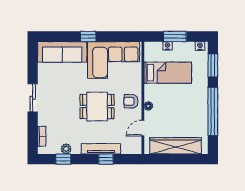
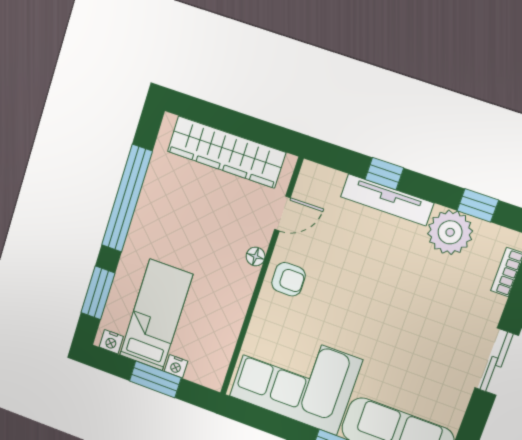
bed: (168, 73) -> (156, 315), moved, turned 90
dining table: (97, 107) -> (364, 294), removed
plant: (66, 149) -> (450, 232), width x1.88, depth x1.88

